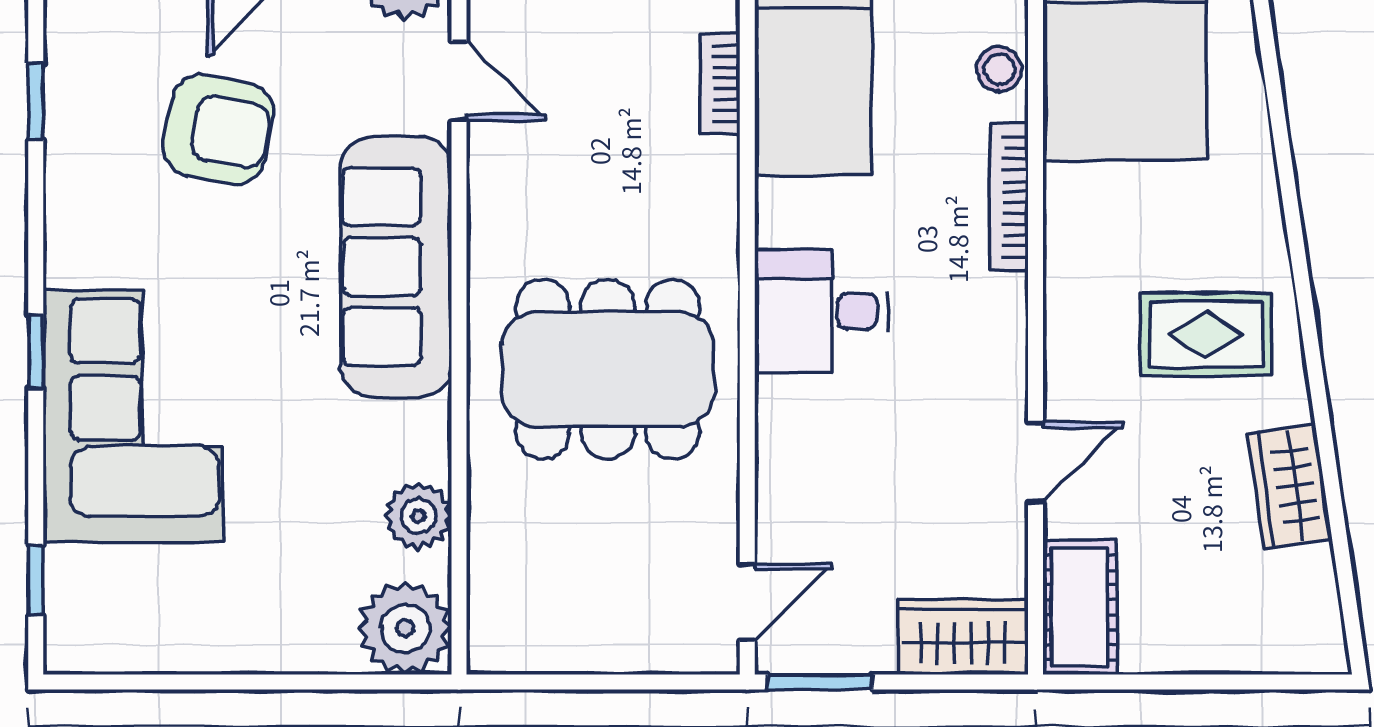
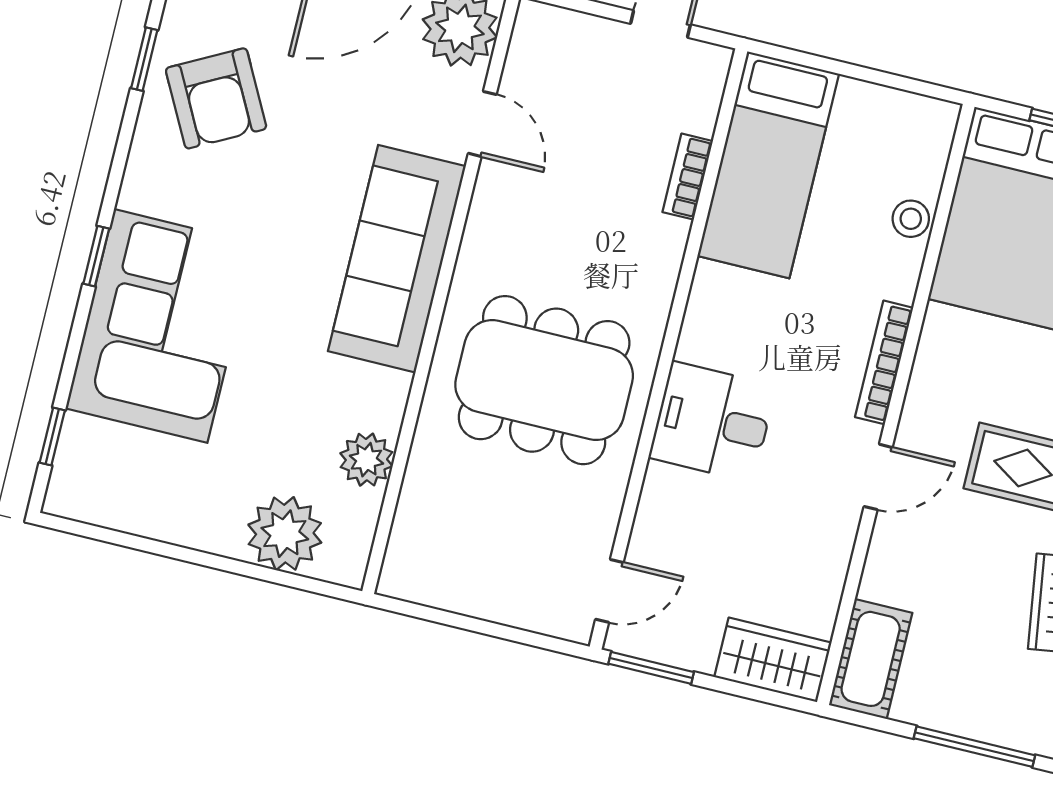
armchair: (218, 130) -> (216, 98), moved, turned 51
bookcase: (1009, 197) -> (884, 362), moved
desk: (821, 311) -> (712, 422), moved
door: (1036, 462) -> (878, 477), moved
plant: (405, 628) -> (285, 534), moved
window: (1229, 682) -> (974, 747), added

